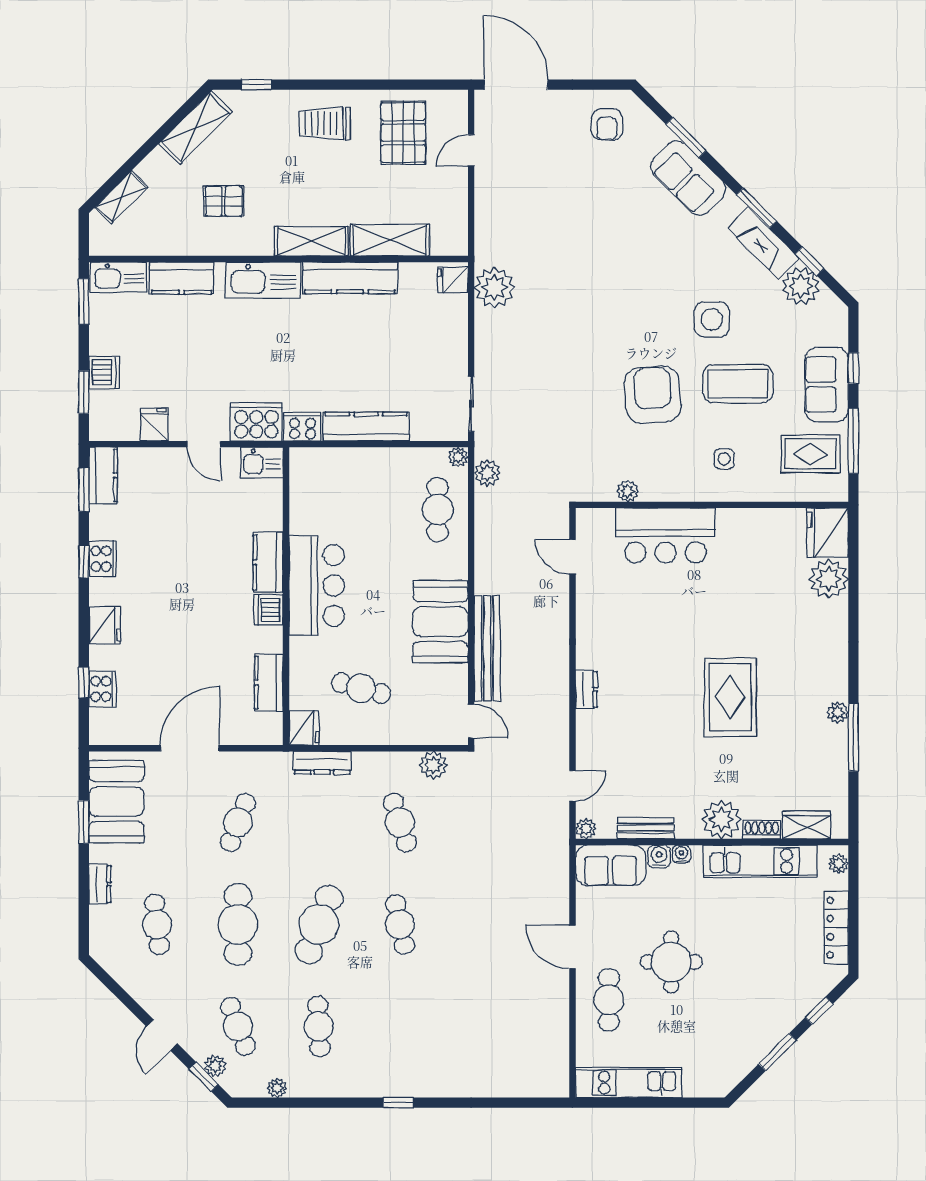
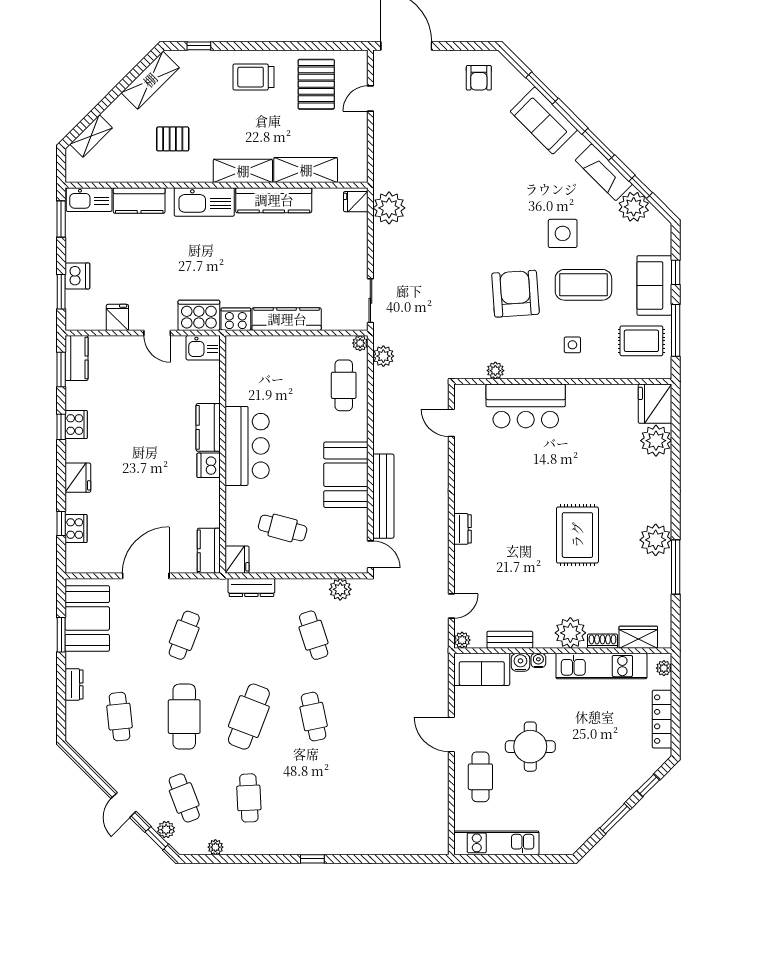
kitchen counter: (269, 683) -> (209, 551), moved
plant: (838, 712) -> (656, 540), width x1.87, depth x1.87

